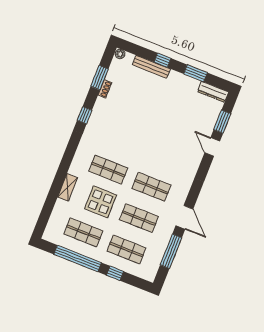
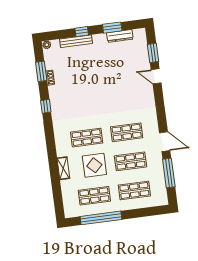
dresser: (213, 92) -> (120, 36), moved
window: (115, 273) -> (136, 213), removed

